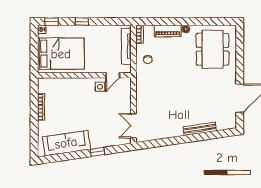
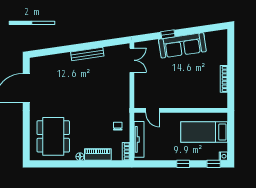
bed: (61, 54) -> (204, 132), width x0.67
door: (113, 75) -> (153, 110), swing flipped
side table: (100, 87) -> (165, 99), removed
bench: (200, 129) -> (87, 54), moved
sofa: (66, 143) -> (182, 45), moved

